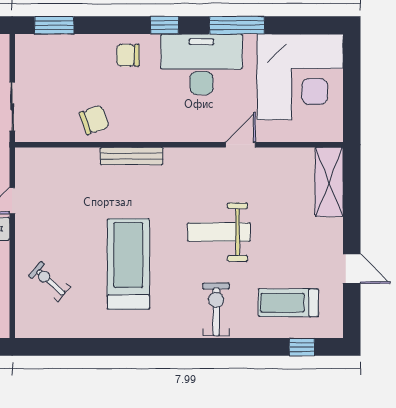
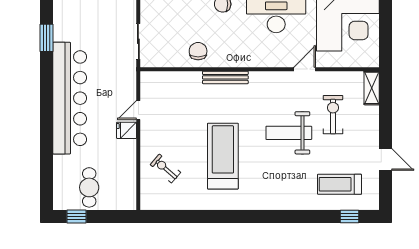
chair: (94, 120) -> (198, 51), turned -71
shelving: (329, 182) -> (372, 88), width x0.67, depth x0.75
exercise bike: (216, 309) -> (333, 115), moved

